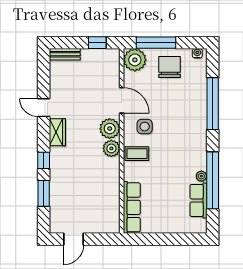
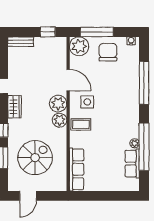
spiral stairs: (82, 193) -> (35, 158), added

